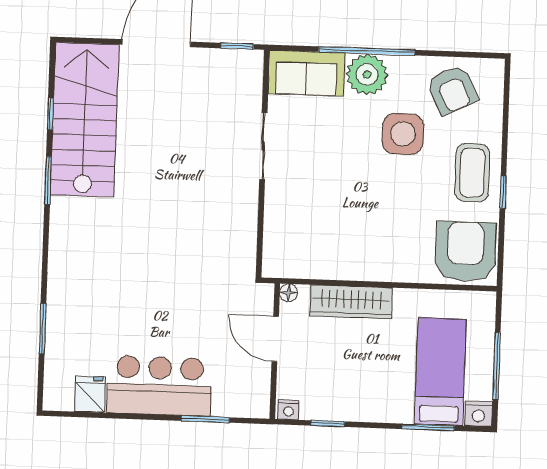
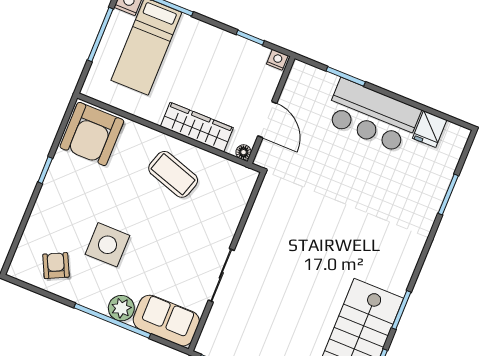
plant: (367, 75) -> (121, 308), width x0.73, depth x0.73
armchair: (452, 90) -> (56, 266), width x0.72, depth x0.72
coffee table: (472, 173) -> (173, 174), moved, turned -72

